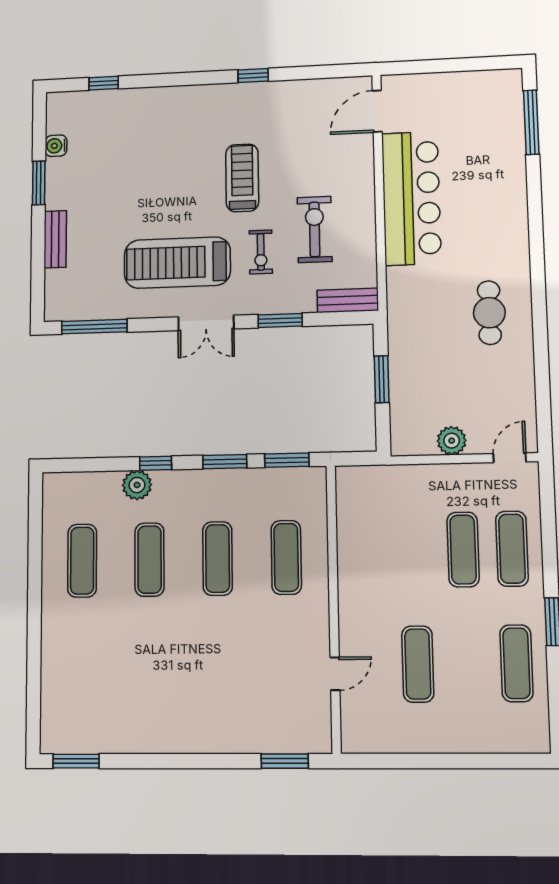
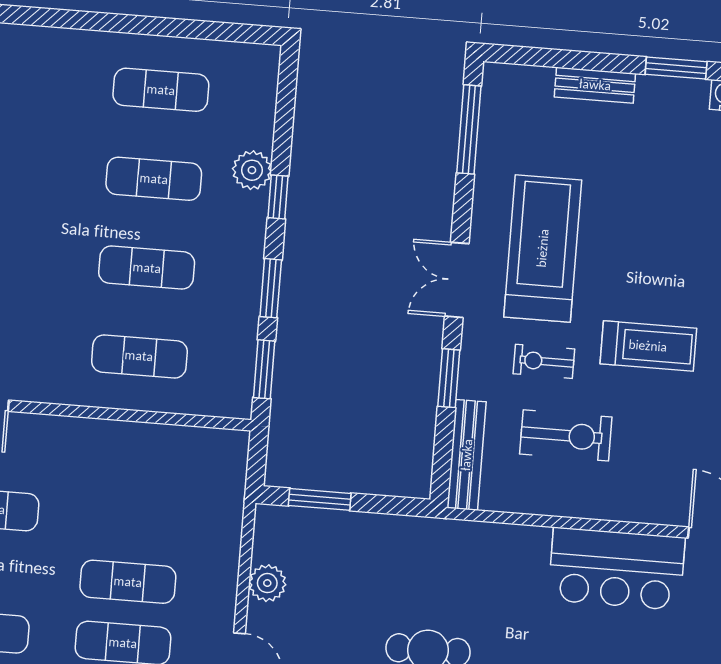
bar counter: (411, 198) -> (617, 569), width x0.73
bench: (348, 300) -> (467, 455), width x1.36
window: (382, 379) -> (320, 499), moved

